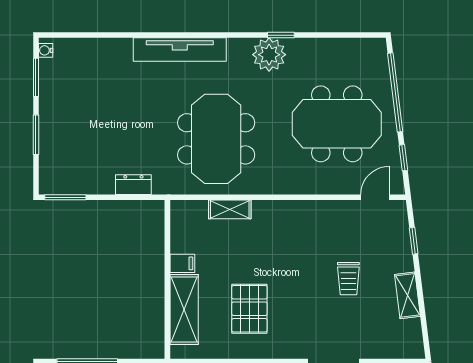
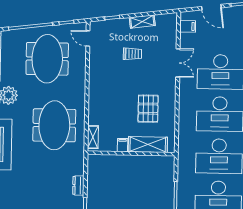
meeting table: (216, 139) -> (54, 125), turned 90
dresser: (133, 185) -> (78, 185), moved
shelving: (230, 209) -> (93, 137), moved
pallet: (249, 309) -> (148, 109), turned 90

